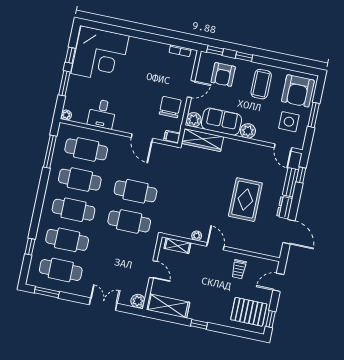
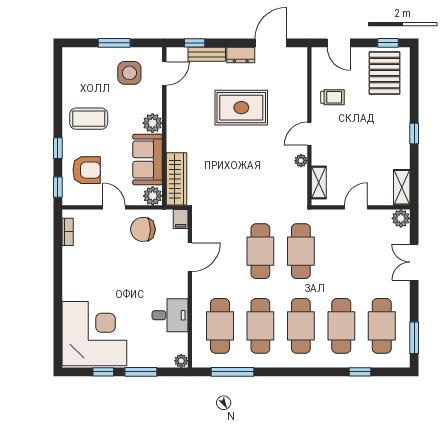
armchair: (298, 91) -> (87, 70), removed
shelving: (168, 306) -> (402, 187), width x0.67, depth x0.75

